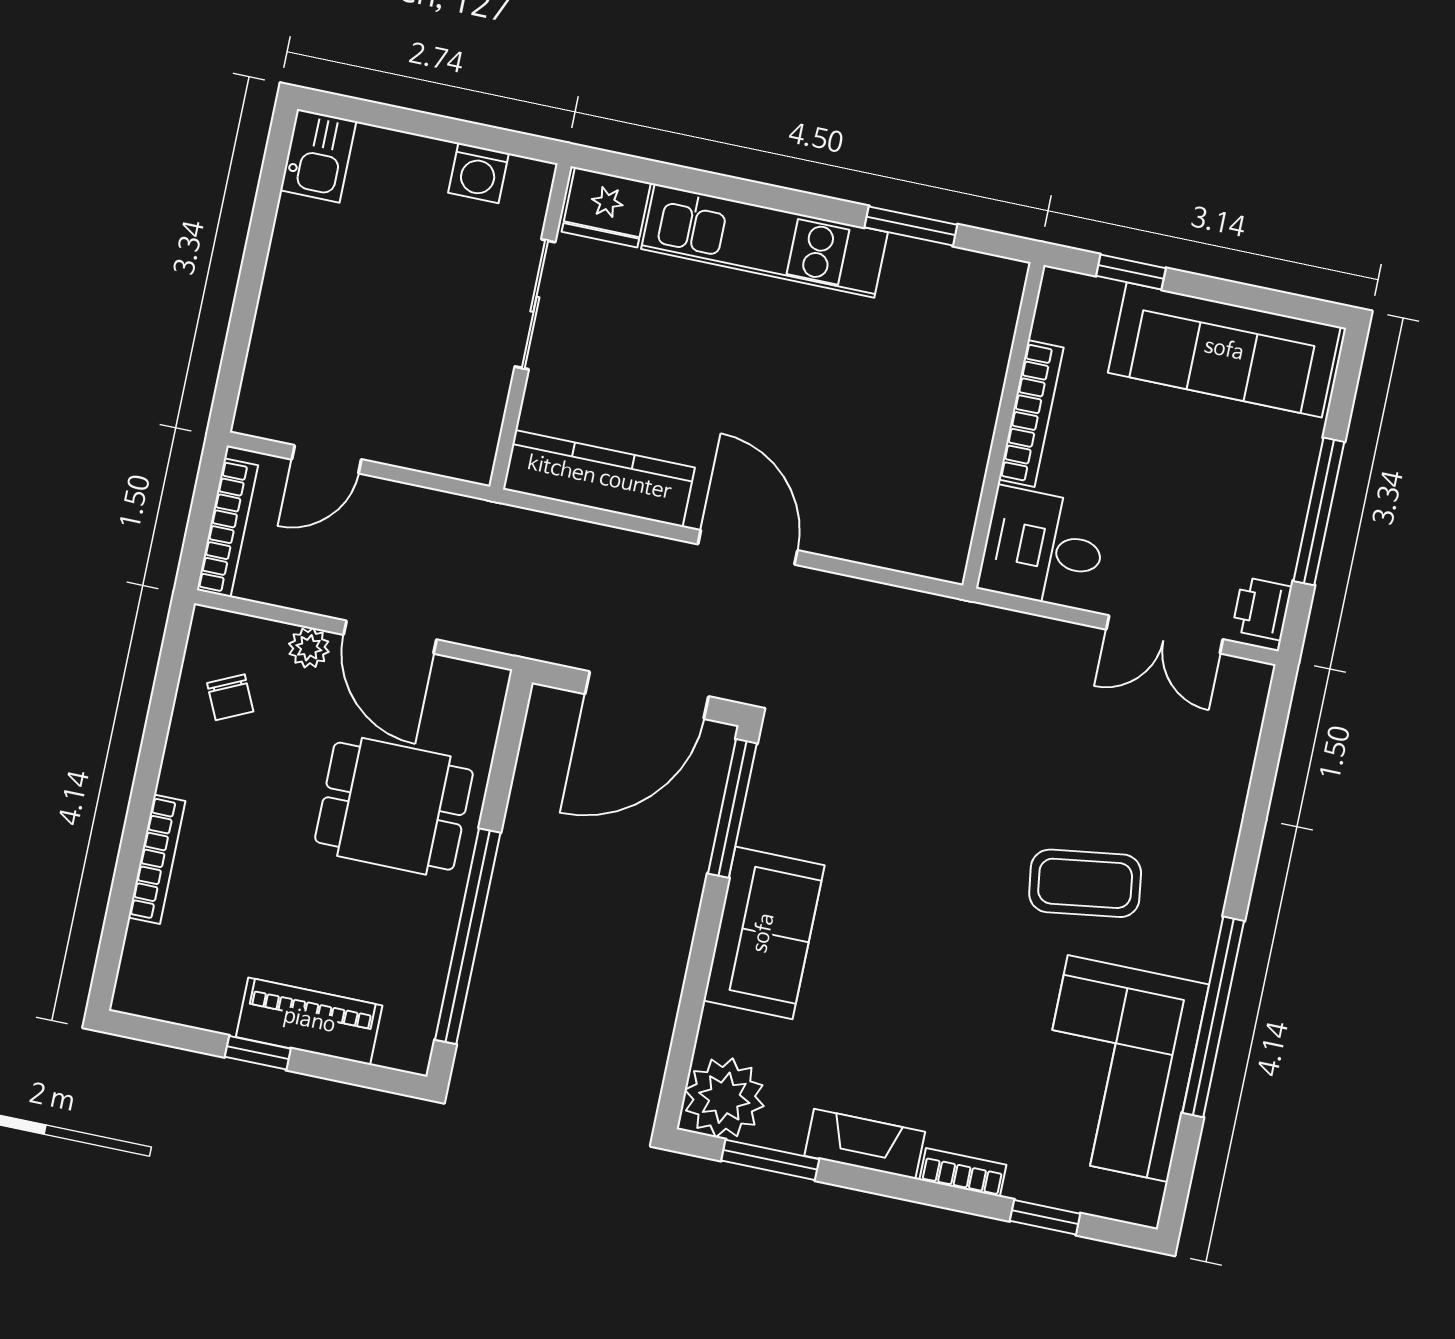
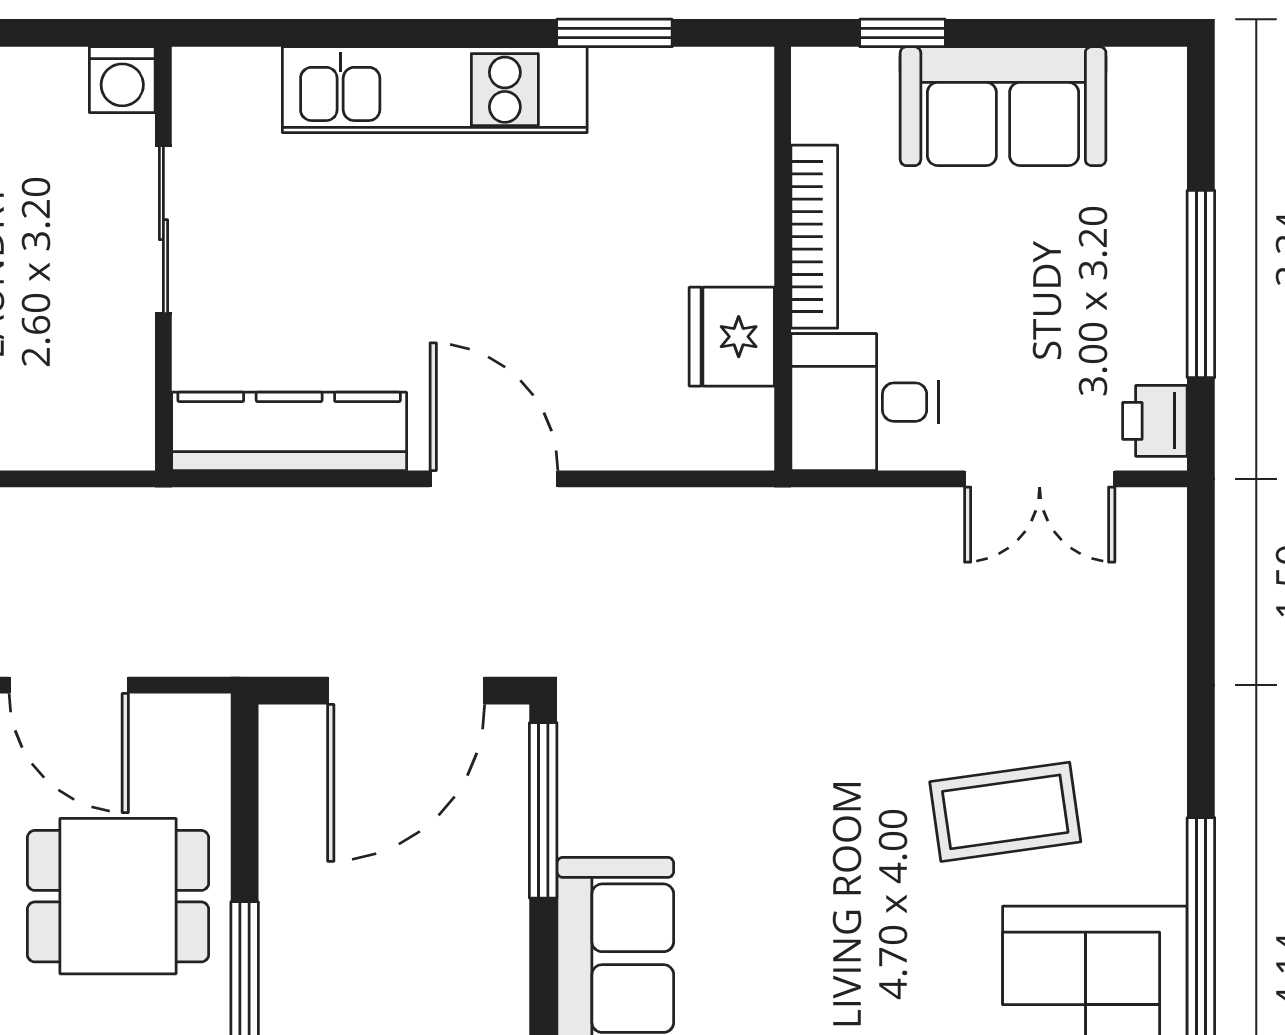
washing machine: (478, 173) -> (122, 80), moved
fridge: (606, 207) -> (732, 337), moved, turned 90
sofa: (1224, 350) -> (1003, 106), width x0.73

